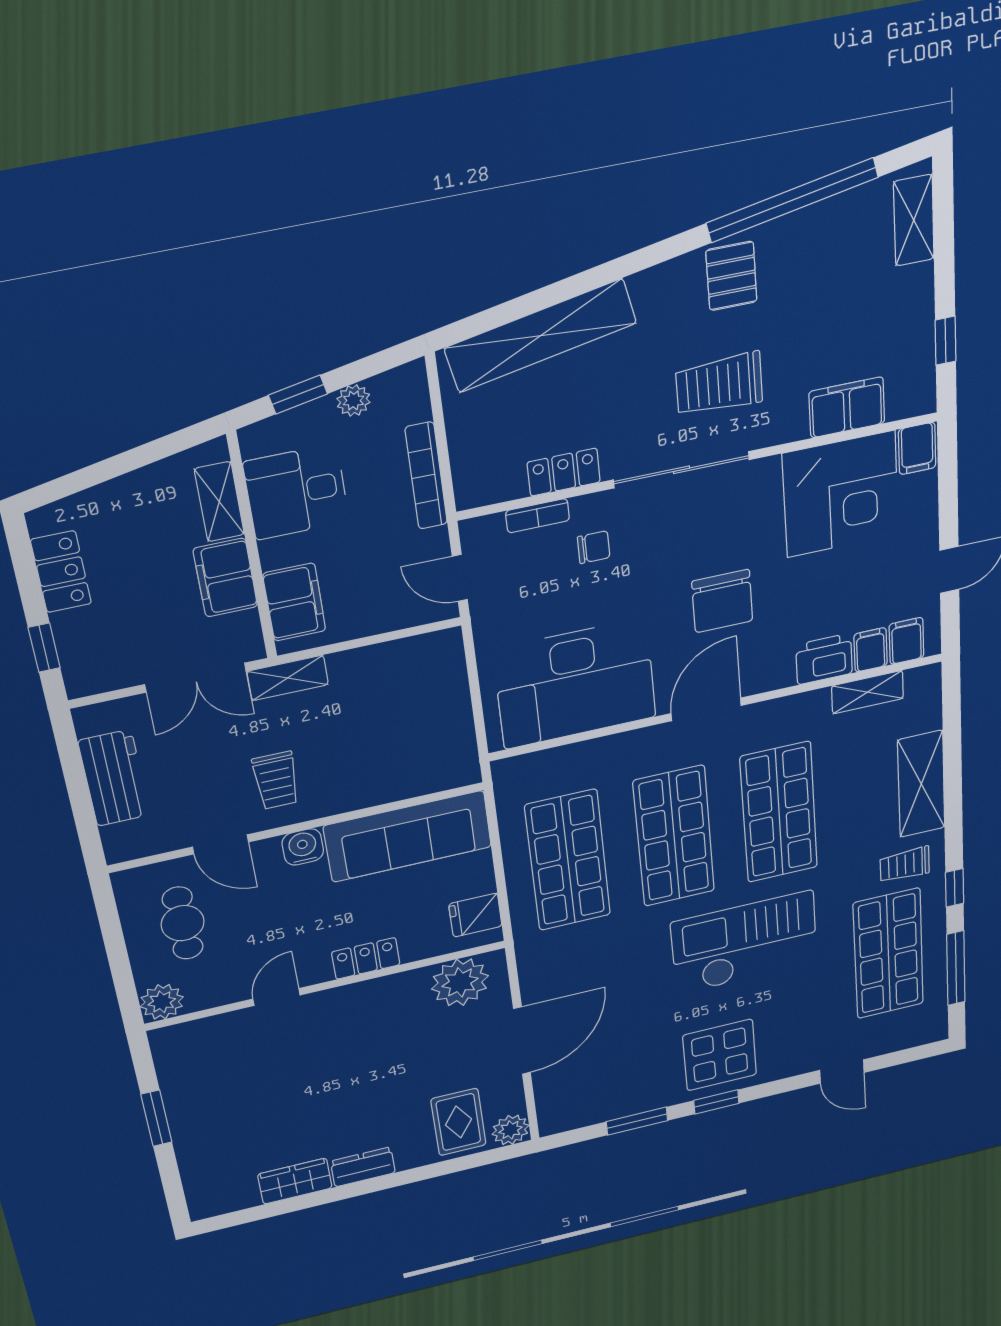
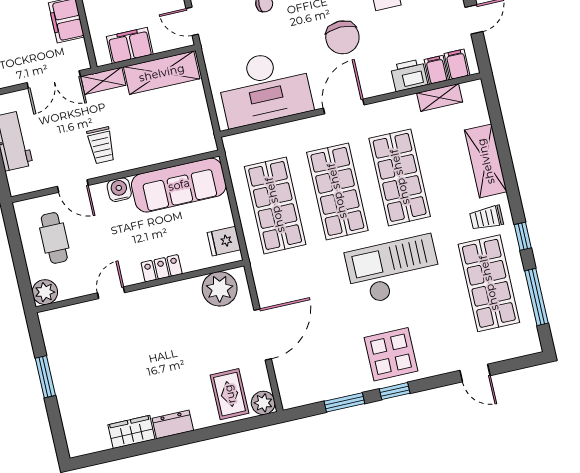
filing cabinet: (294, 602) -> (130, 45), moved, turned -90
shelving: (396, 663) -> (162, 73), added

